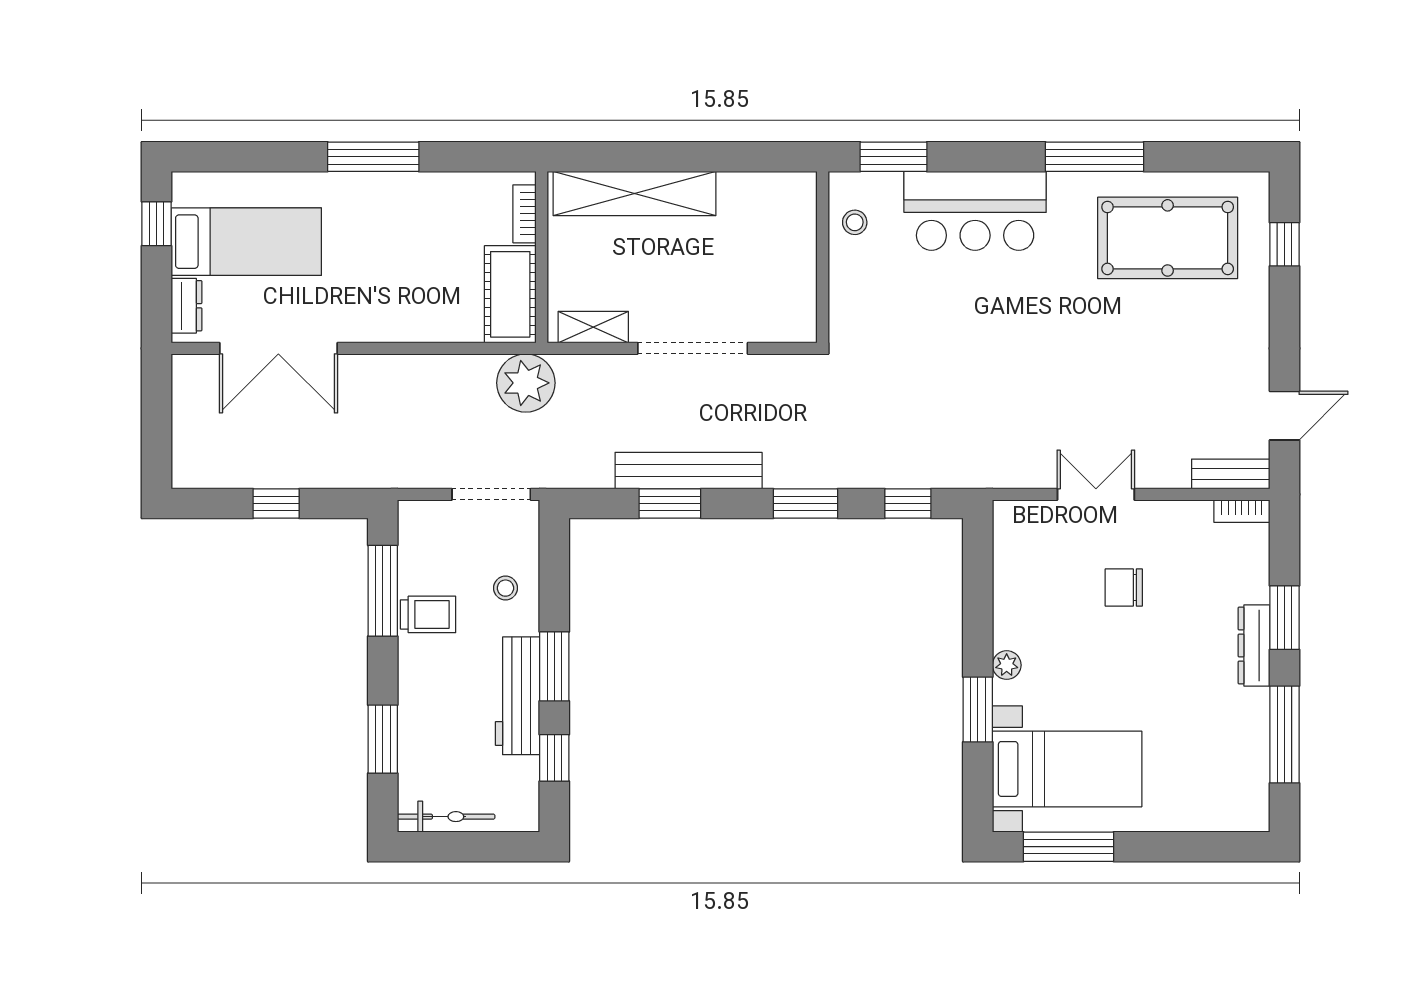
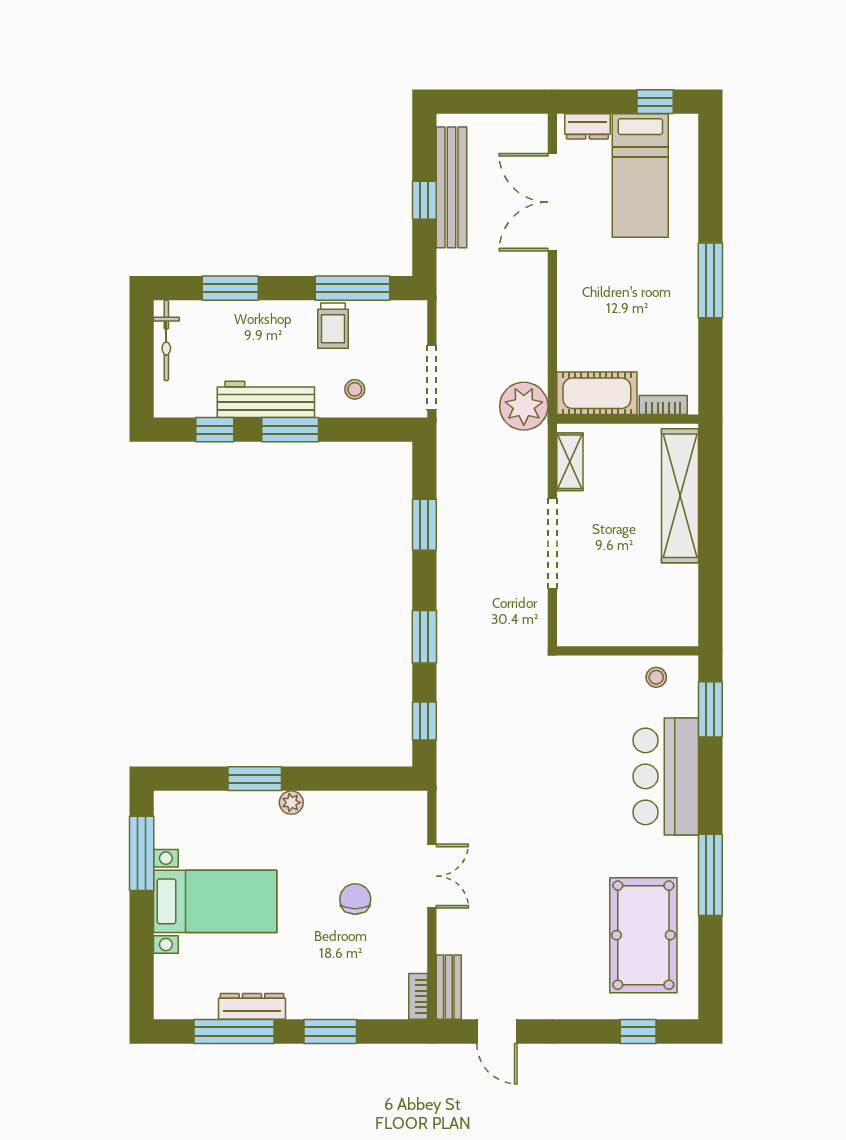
bench: (689, 471) -> (452, 187), moved
dresser: (1254, 646) -> (252, 1006), moved
bed with nightstands: (1067, 769) -> (215, 901), moved, turned -90

